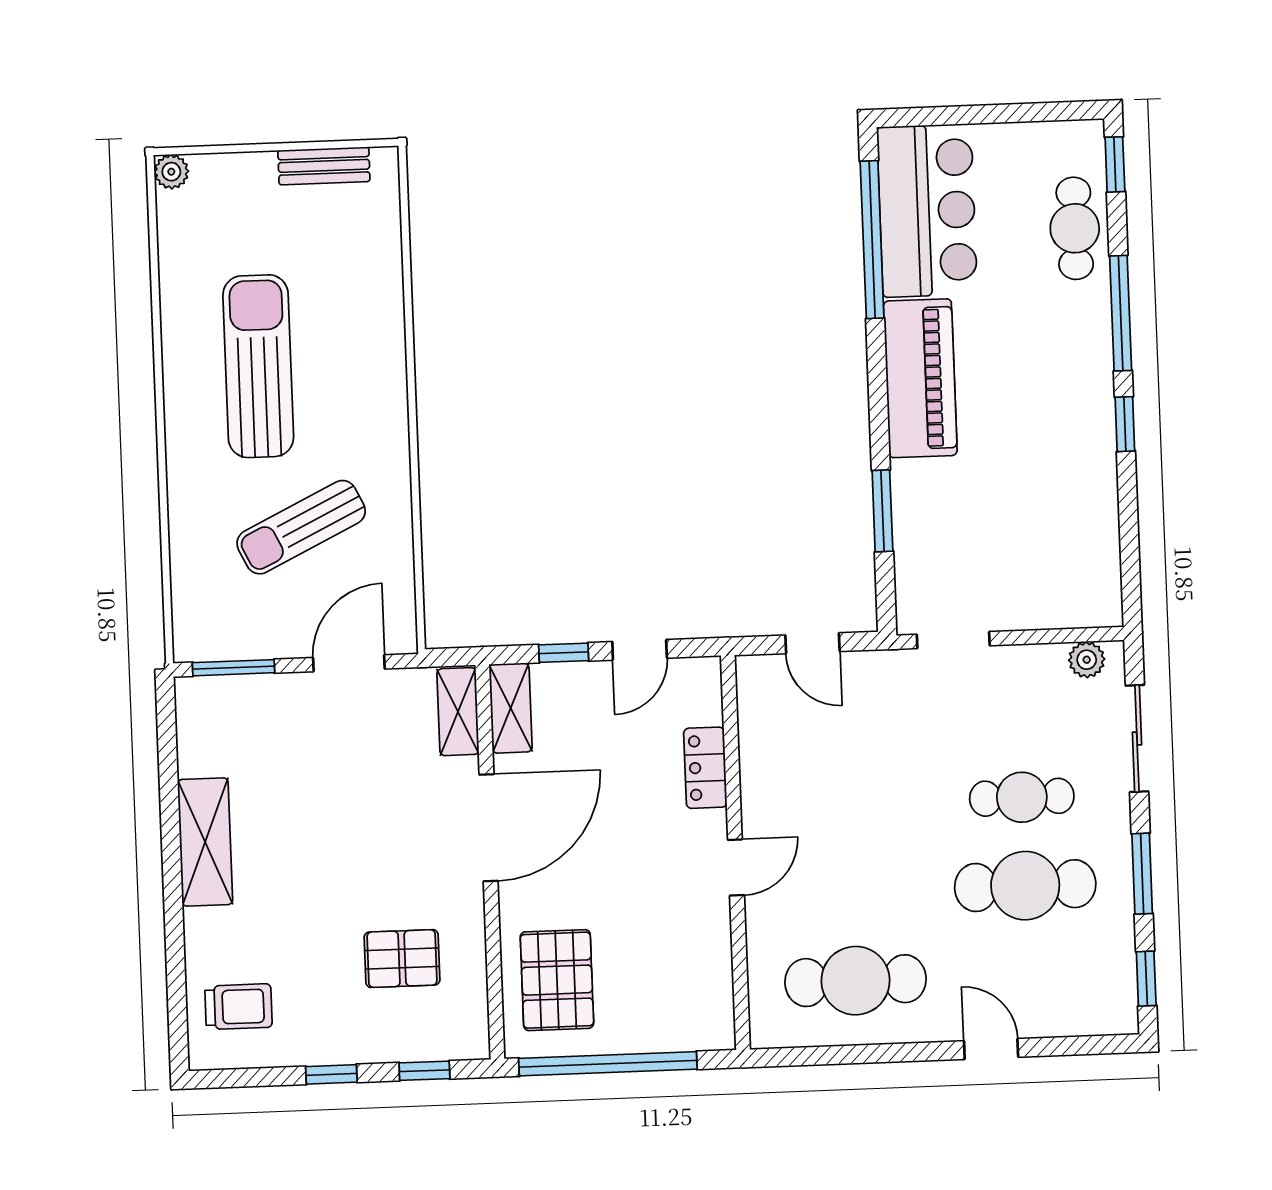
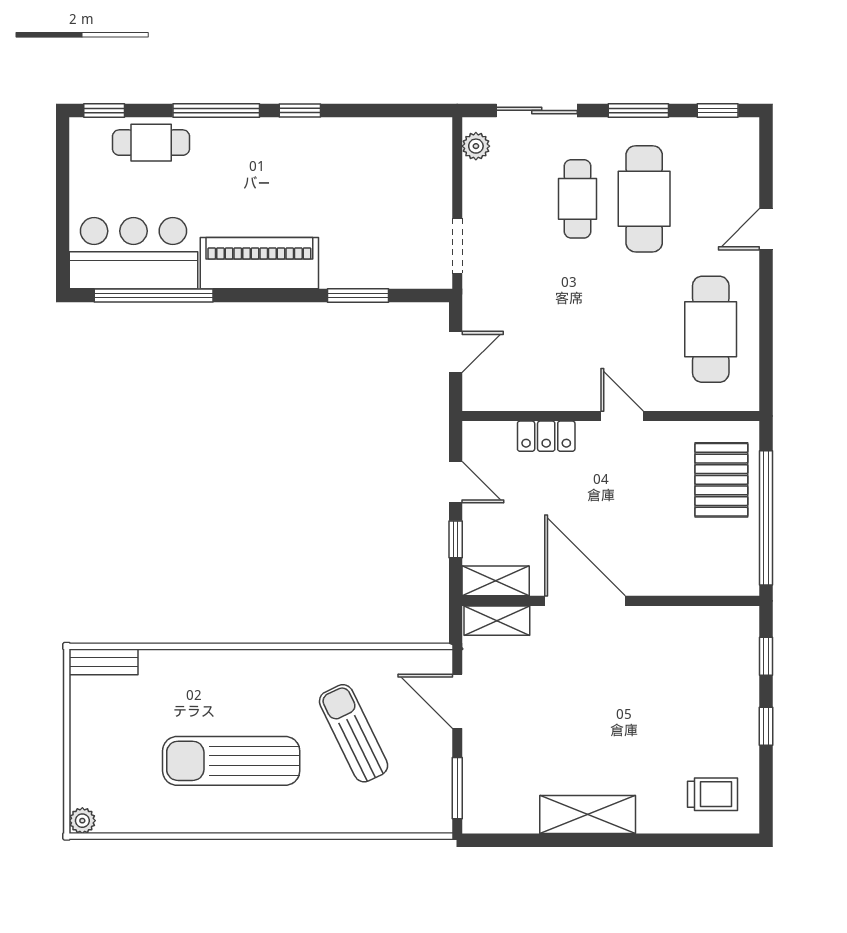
bench: (324, 166) -> (104, 662), moved, turned 90
sun lounger: (301, 527) -> (354, 733), turned 180
pallet: (402, 959) -> (681, 670), removed
pallet: (557, 980) -> (721, 480), moved, turned 90
trolley: (239, 1007) -> (712, 794), turned 90

